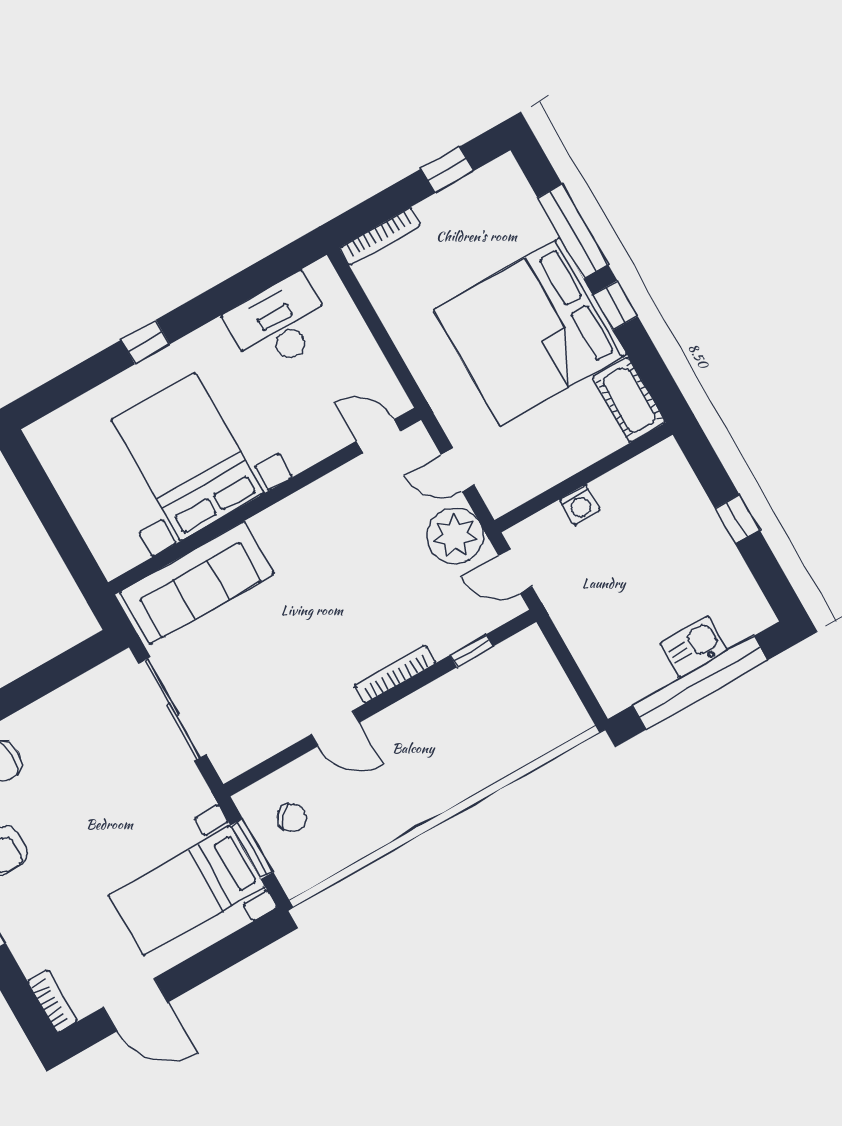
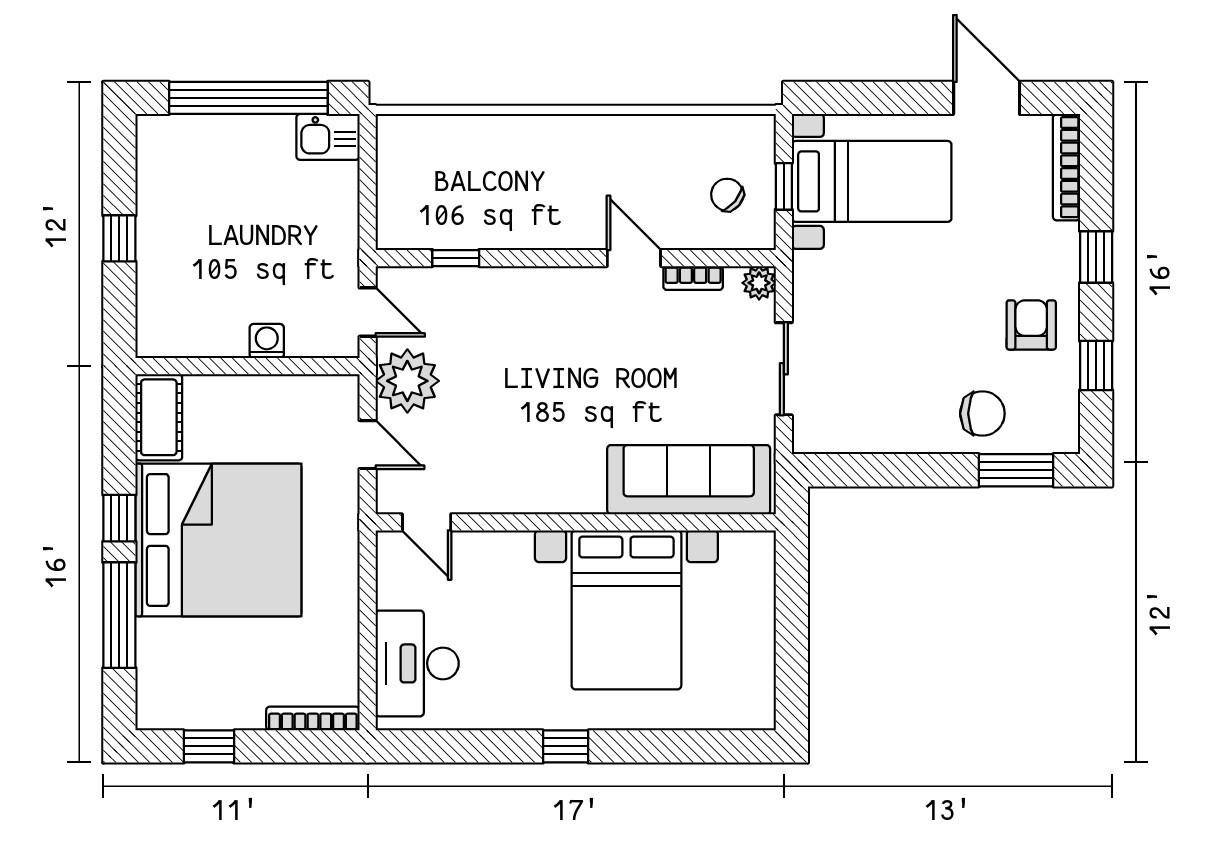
desk: (279, 324) -> (417, 663), moved, turned 90
window: (145, 342) -> (566, 746), moved
kitchen sink: (694, 647) -> (328, 137), moved
bookcase: (395, 674) -> (693, 278), moved, width x0.64
sliding door: (172, 709) -> (784, 369), width x0.73
plant: (229, 764) -> (759, 283), added
window: (252, 849) -> (784, 186), width x0.67
bookcase: (53, 1001) -> (1066, 167), width x1.56

